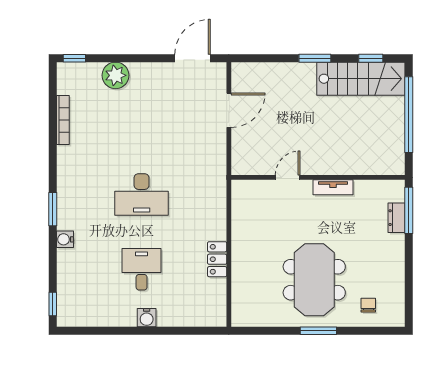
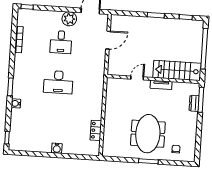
plant: (116, 75) -> (69, 19), moved
stairs: (361, 79) -> (177, 70), moved, turned 180
locker: (217, 259) -> (96, 130), moved
desk: (142, 269) -> (61, 42), moved, turned 180

